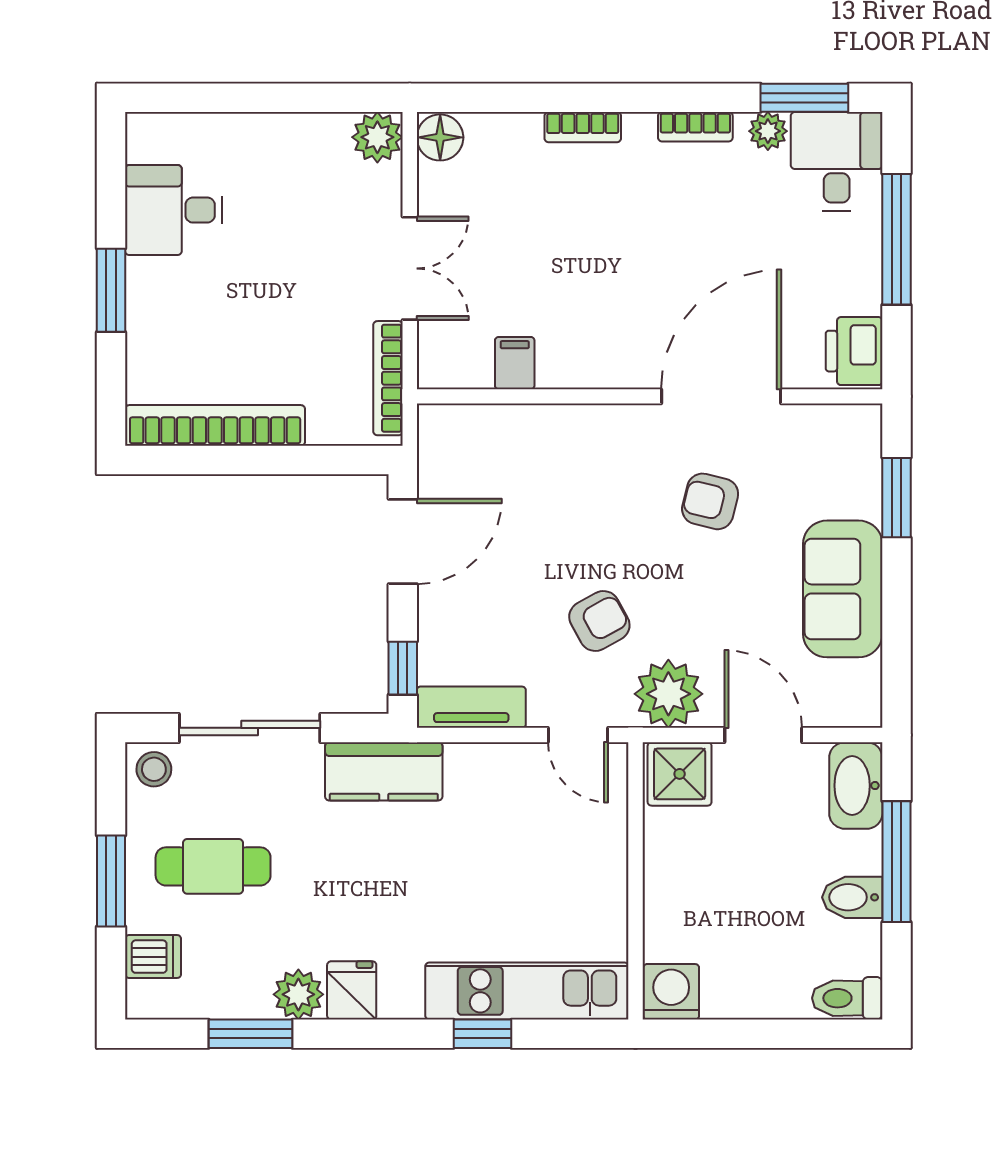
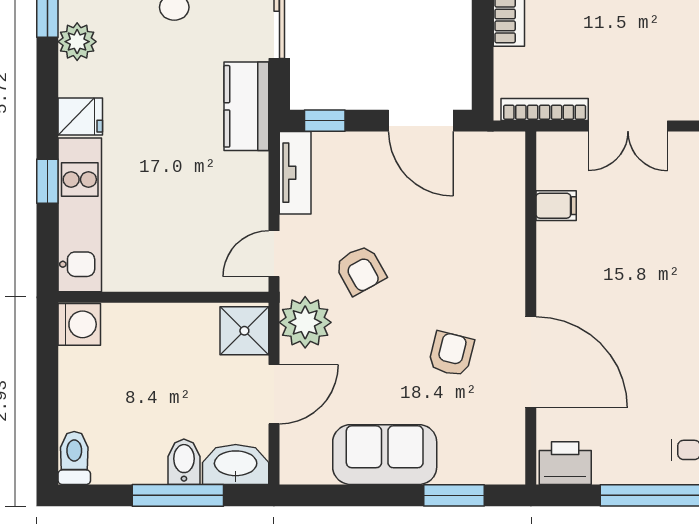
bidet: (852, 897) -> (184, 462), moved
fridge: (352, 990) -> (80, 116), moved

